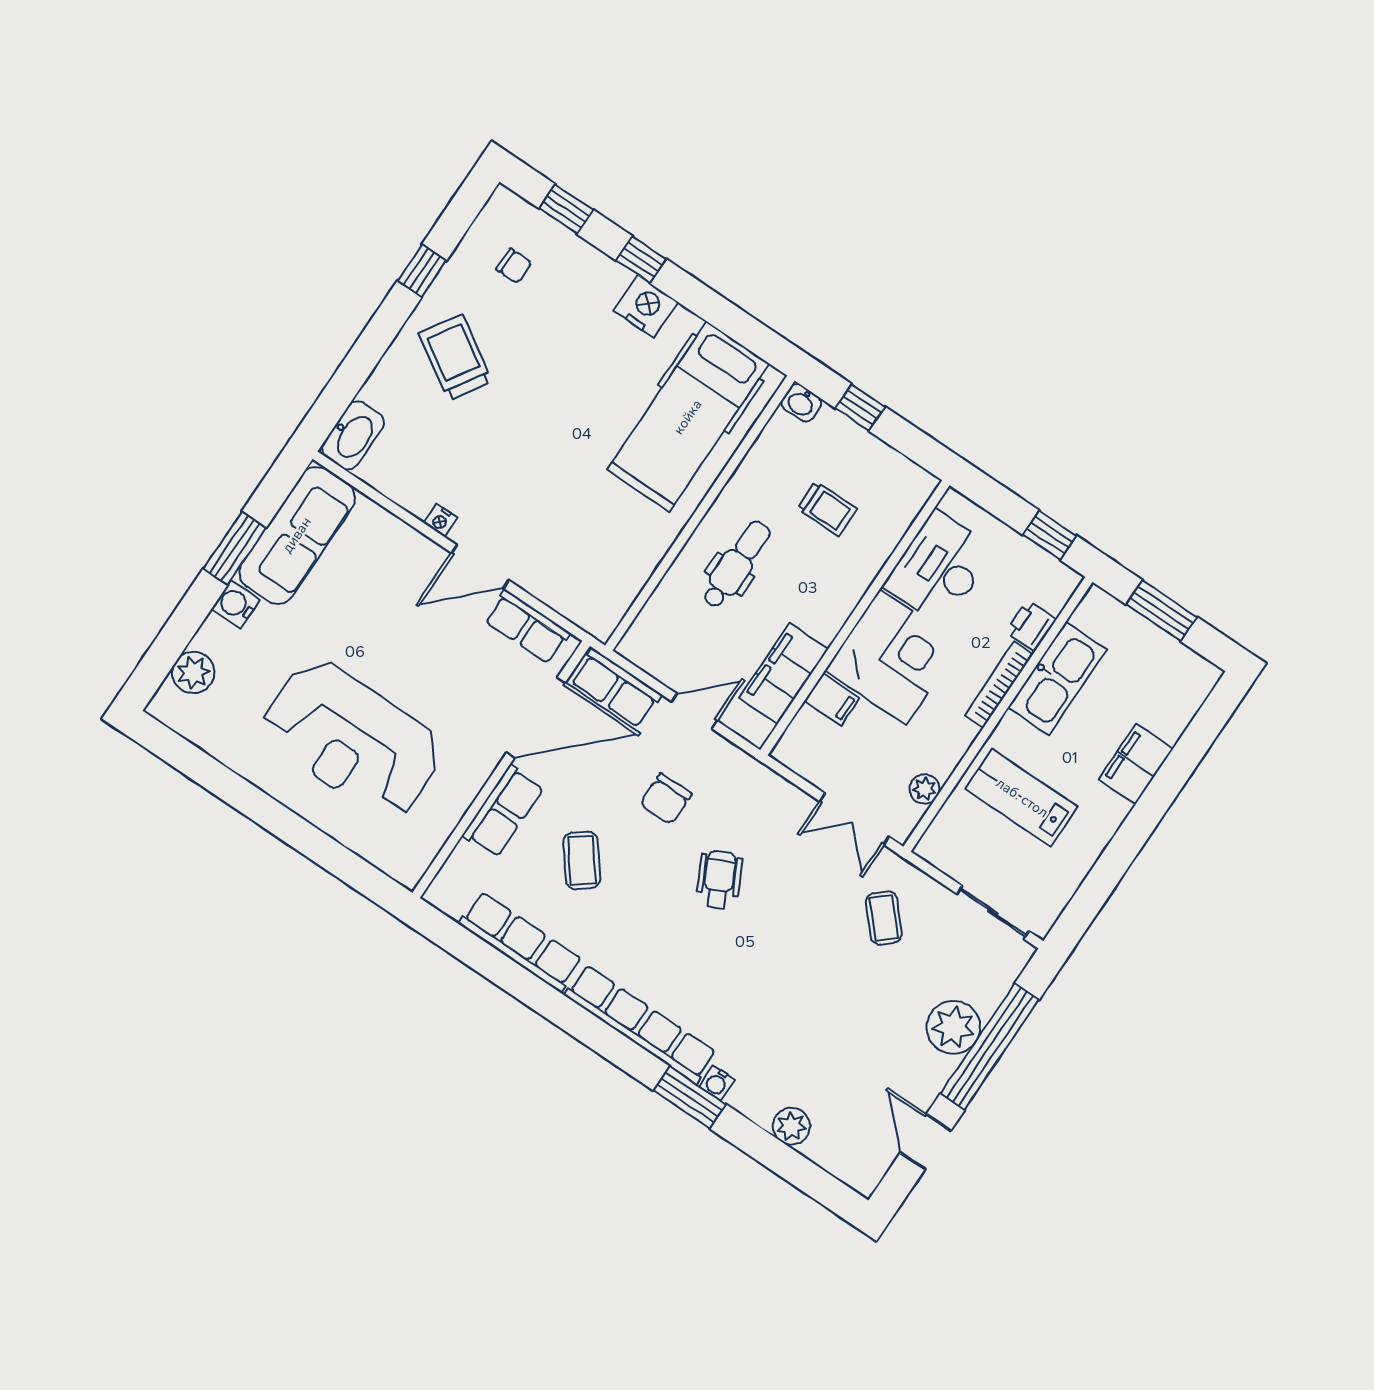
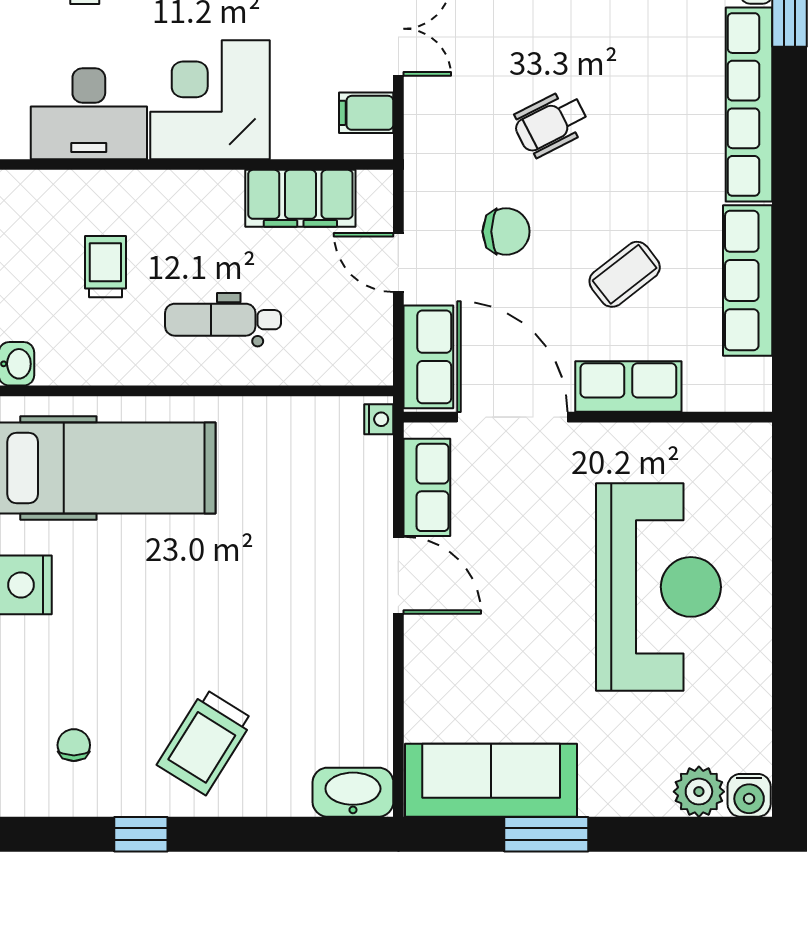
nightstand: (441, 520) -> (379, 419), moved
water cooler: (236, 604) -> (749, 795), moved
filing cabinet: (832, 699) -> (366, 113), moved, turned -90

